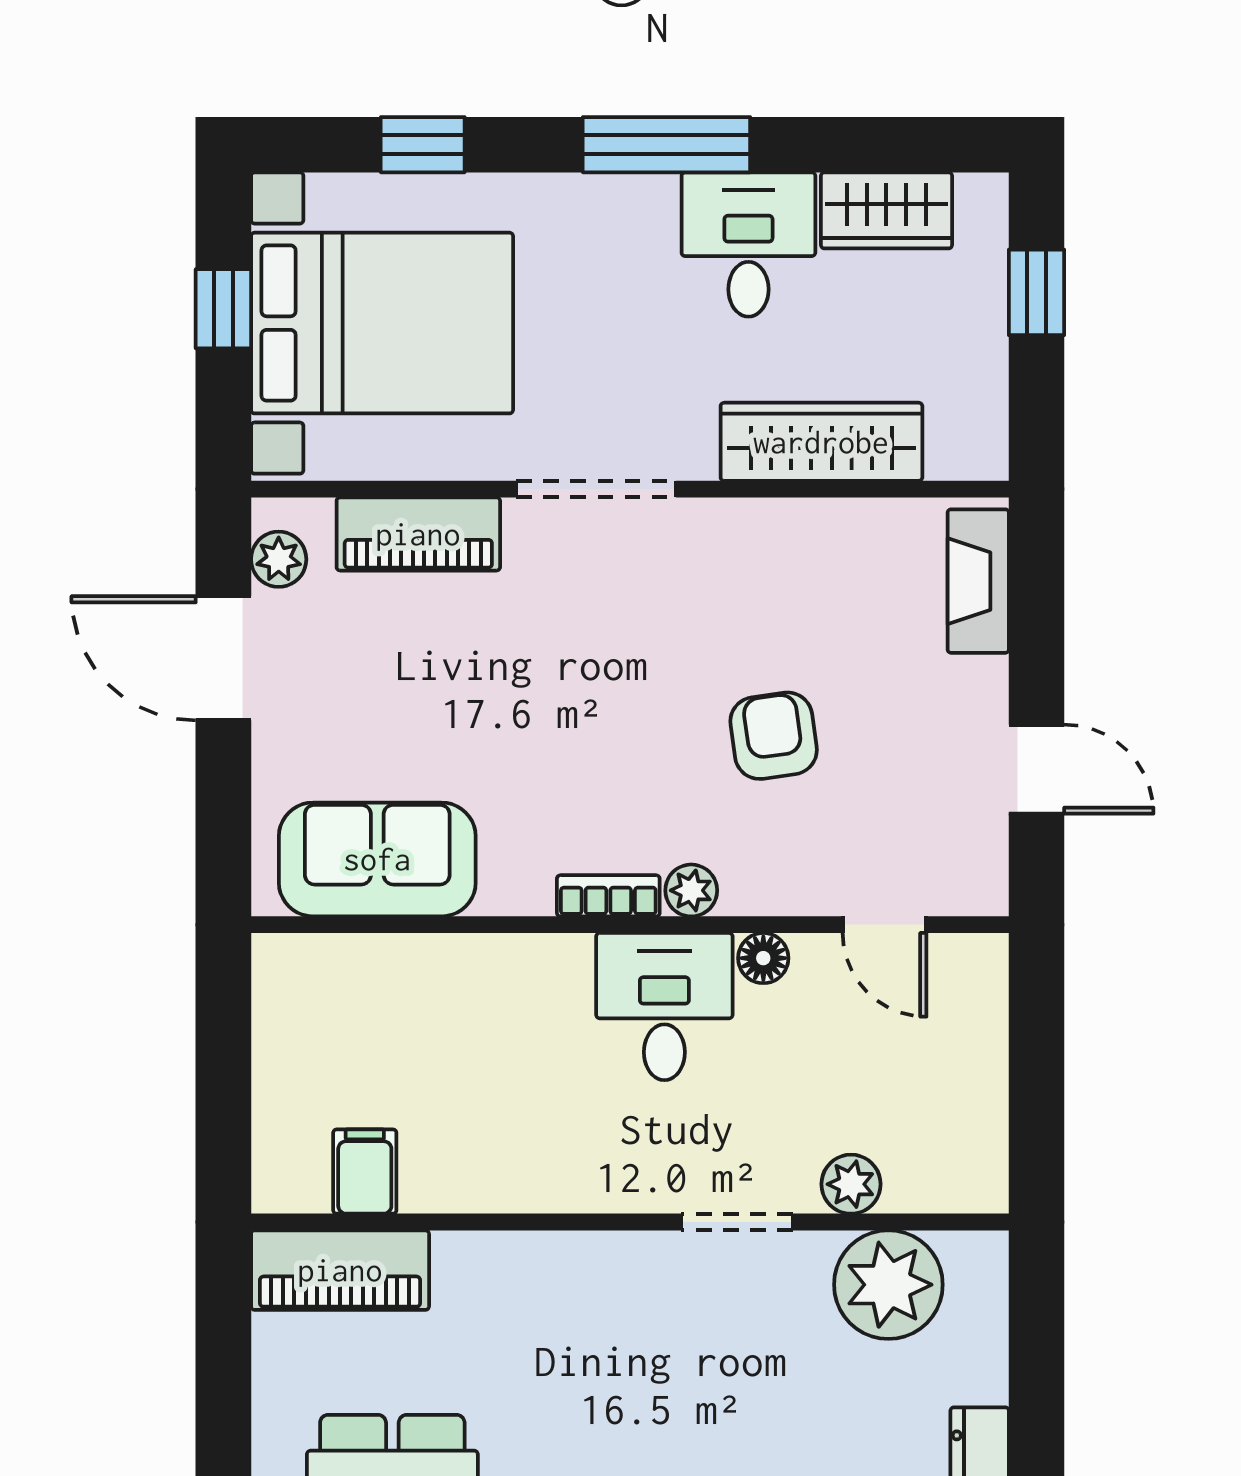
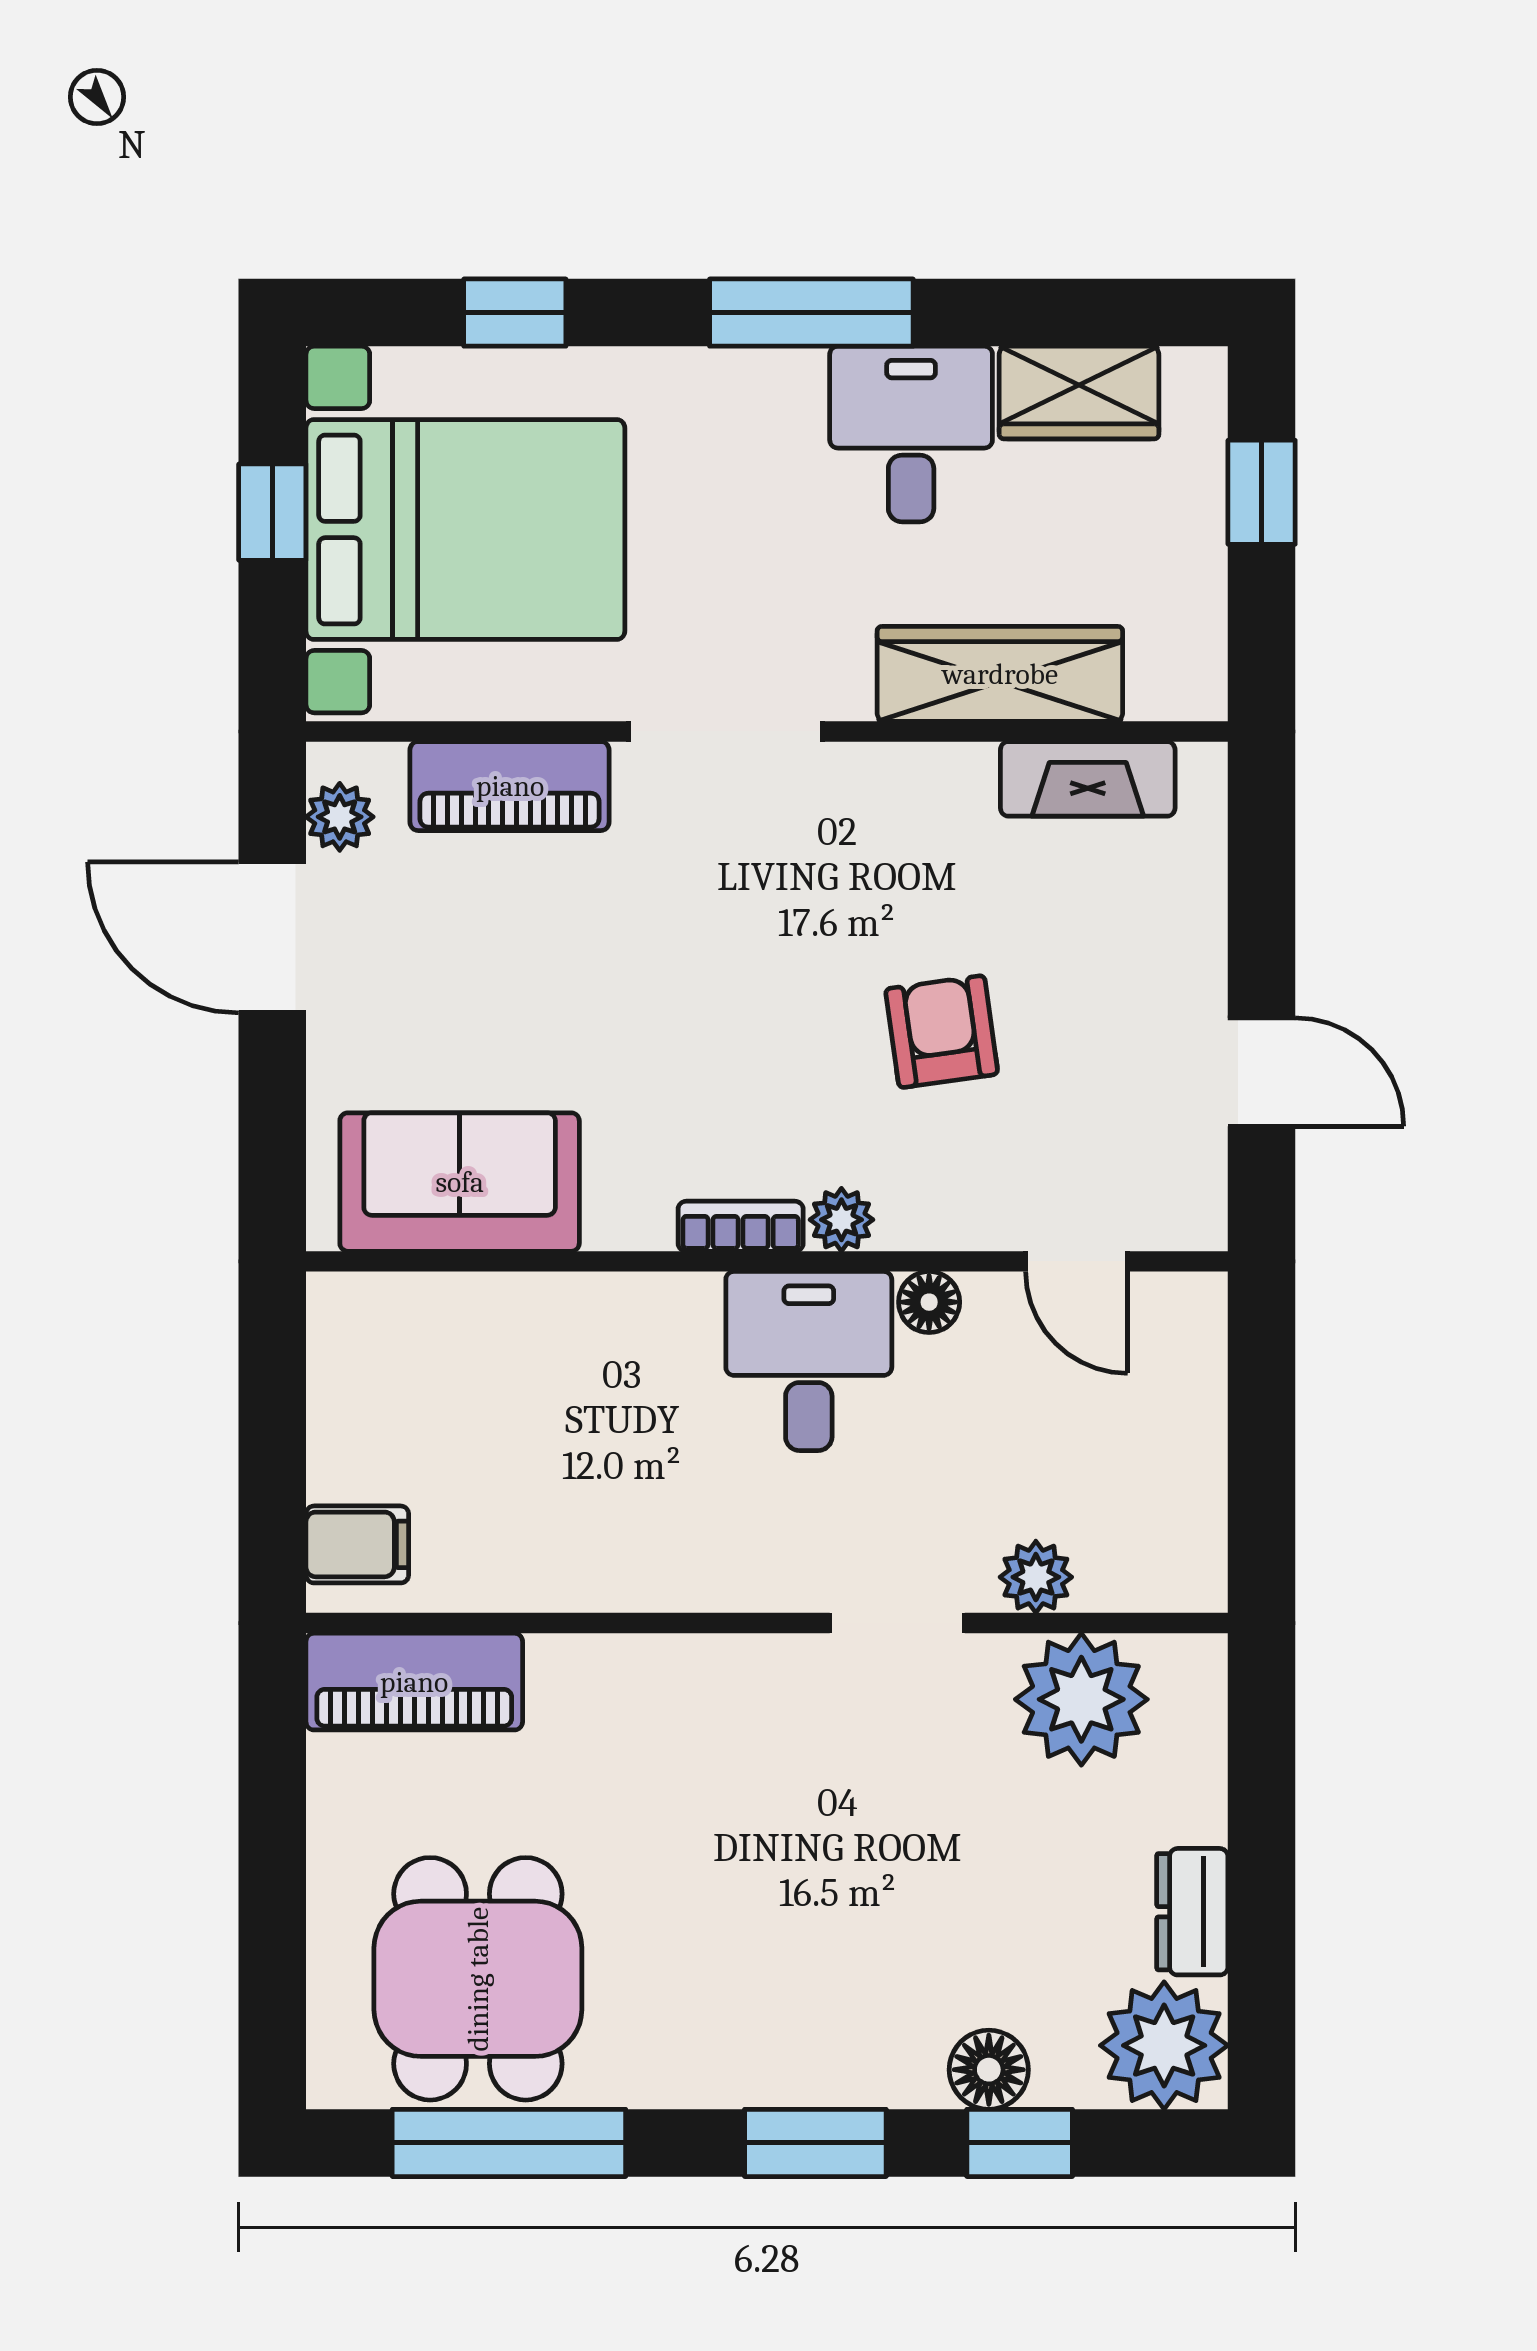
fireplace: (978, 581) -> (1088, 779), moved, turned -90
filing cabinet: (365, 1172) -> (357, 1544), moved, turned 90

